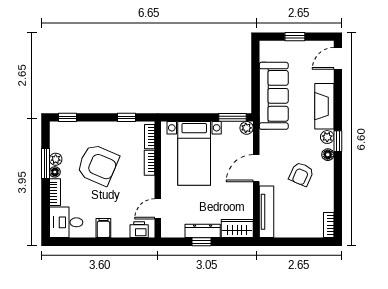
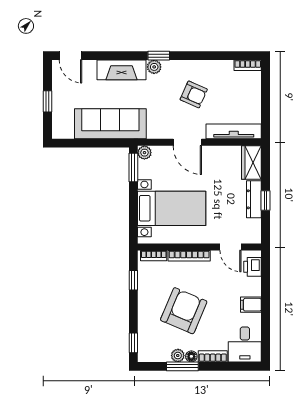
floor lamp: (328, 155) -> (173, 66), removed
bookcase: (149, 163) -> (189, 256), width x1.56

